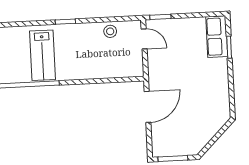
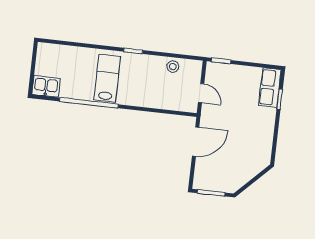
door: (144, 39) -> (201, 93), moved
lab bench: (43, 55) -> (107, 78), turned 180

